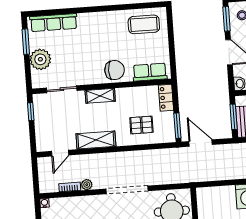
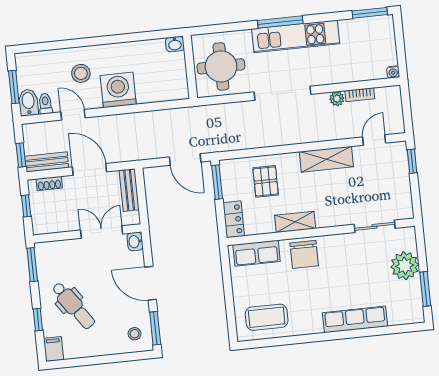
row of seats: (54, 22) -> (355, 319), moved
chair: (115, 70) -> (304, 254), turned -90
shelving: (100, 96) -> (295, 222), moved
window: (31, 112) -> (412, 161), moved
window: (234, 117) -> (142, 196), removed
pallet: (141, 125) -> (266, 181), turned 90

